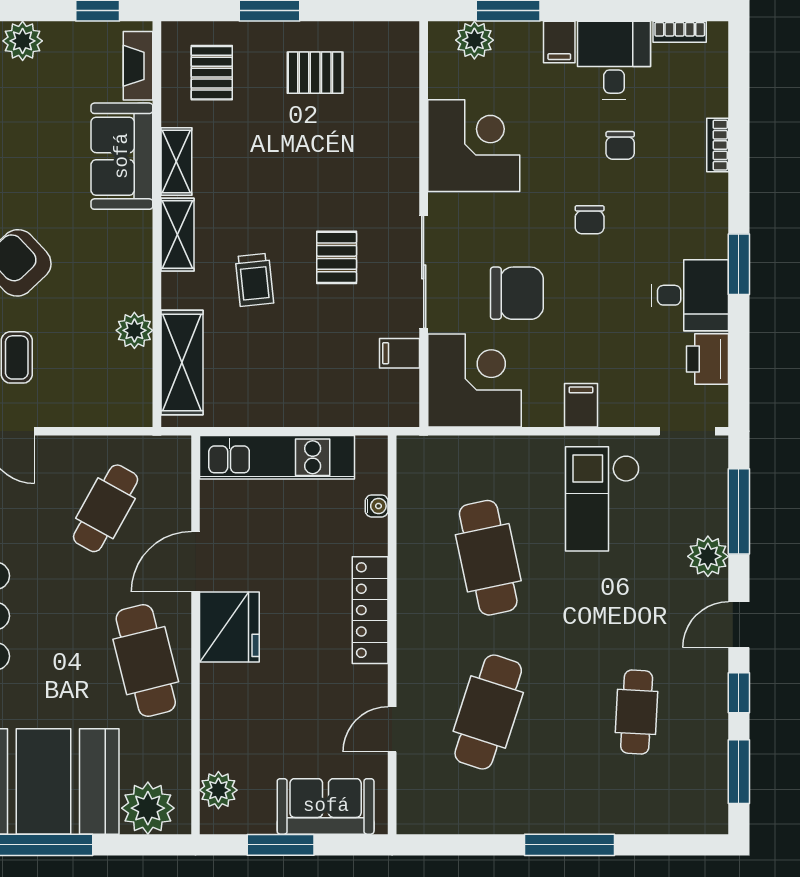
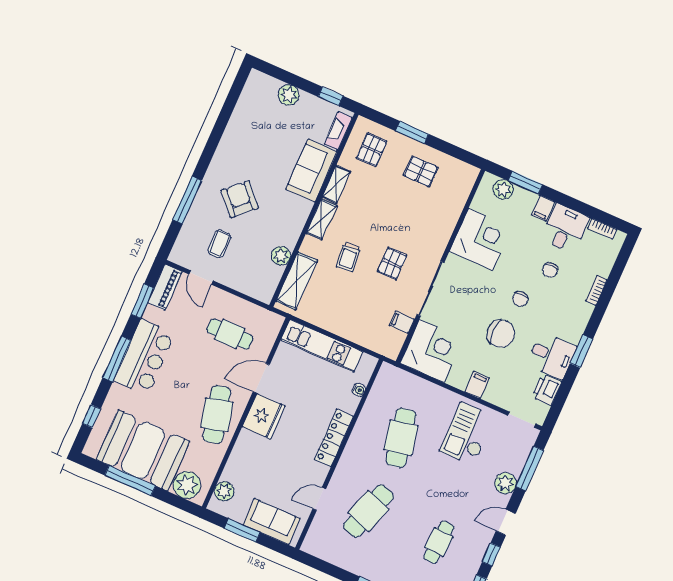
chair: (517, 293) -> (501, 334), moved
cafe table: (106, 508) -> (230, 334), turned 61

